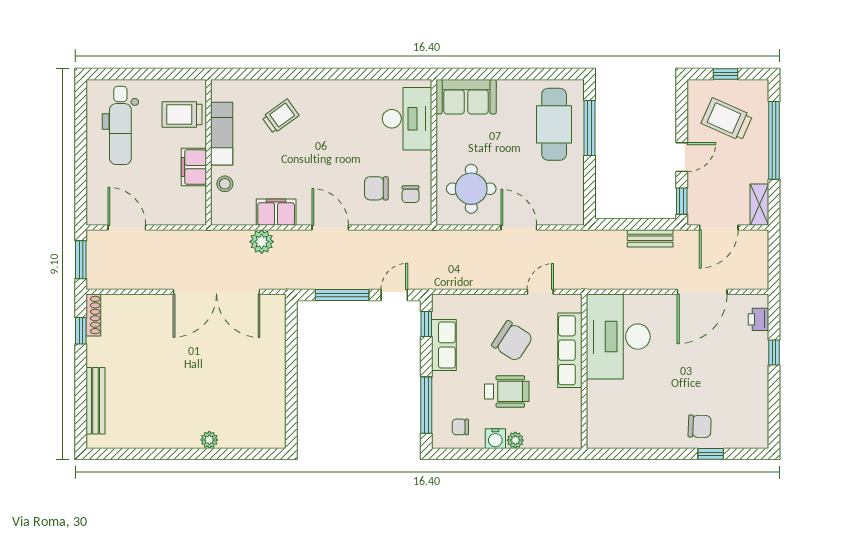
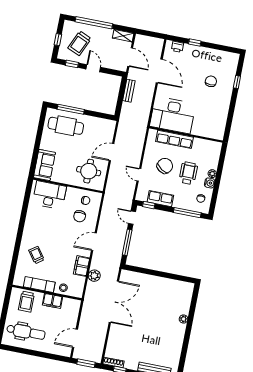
window: (682, 201) -> (72, 64), moved
door: (540, 292) -> (139, 175), moved
chair: (700, 426) -> (211, 81), moved

